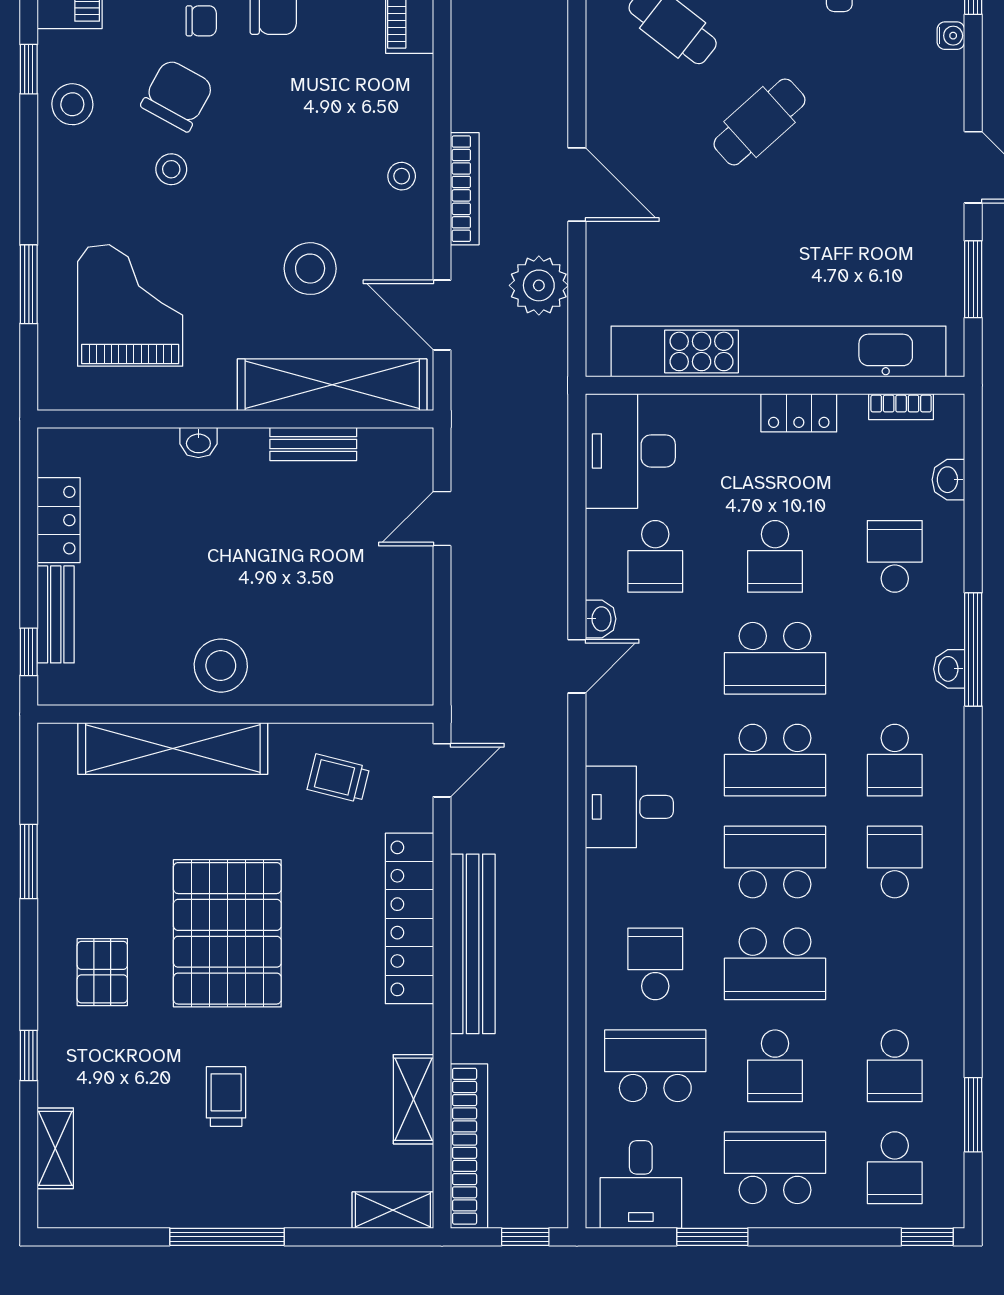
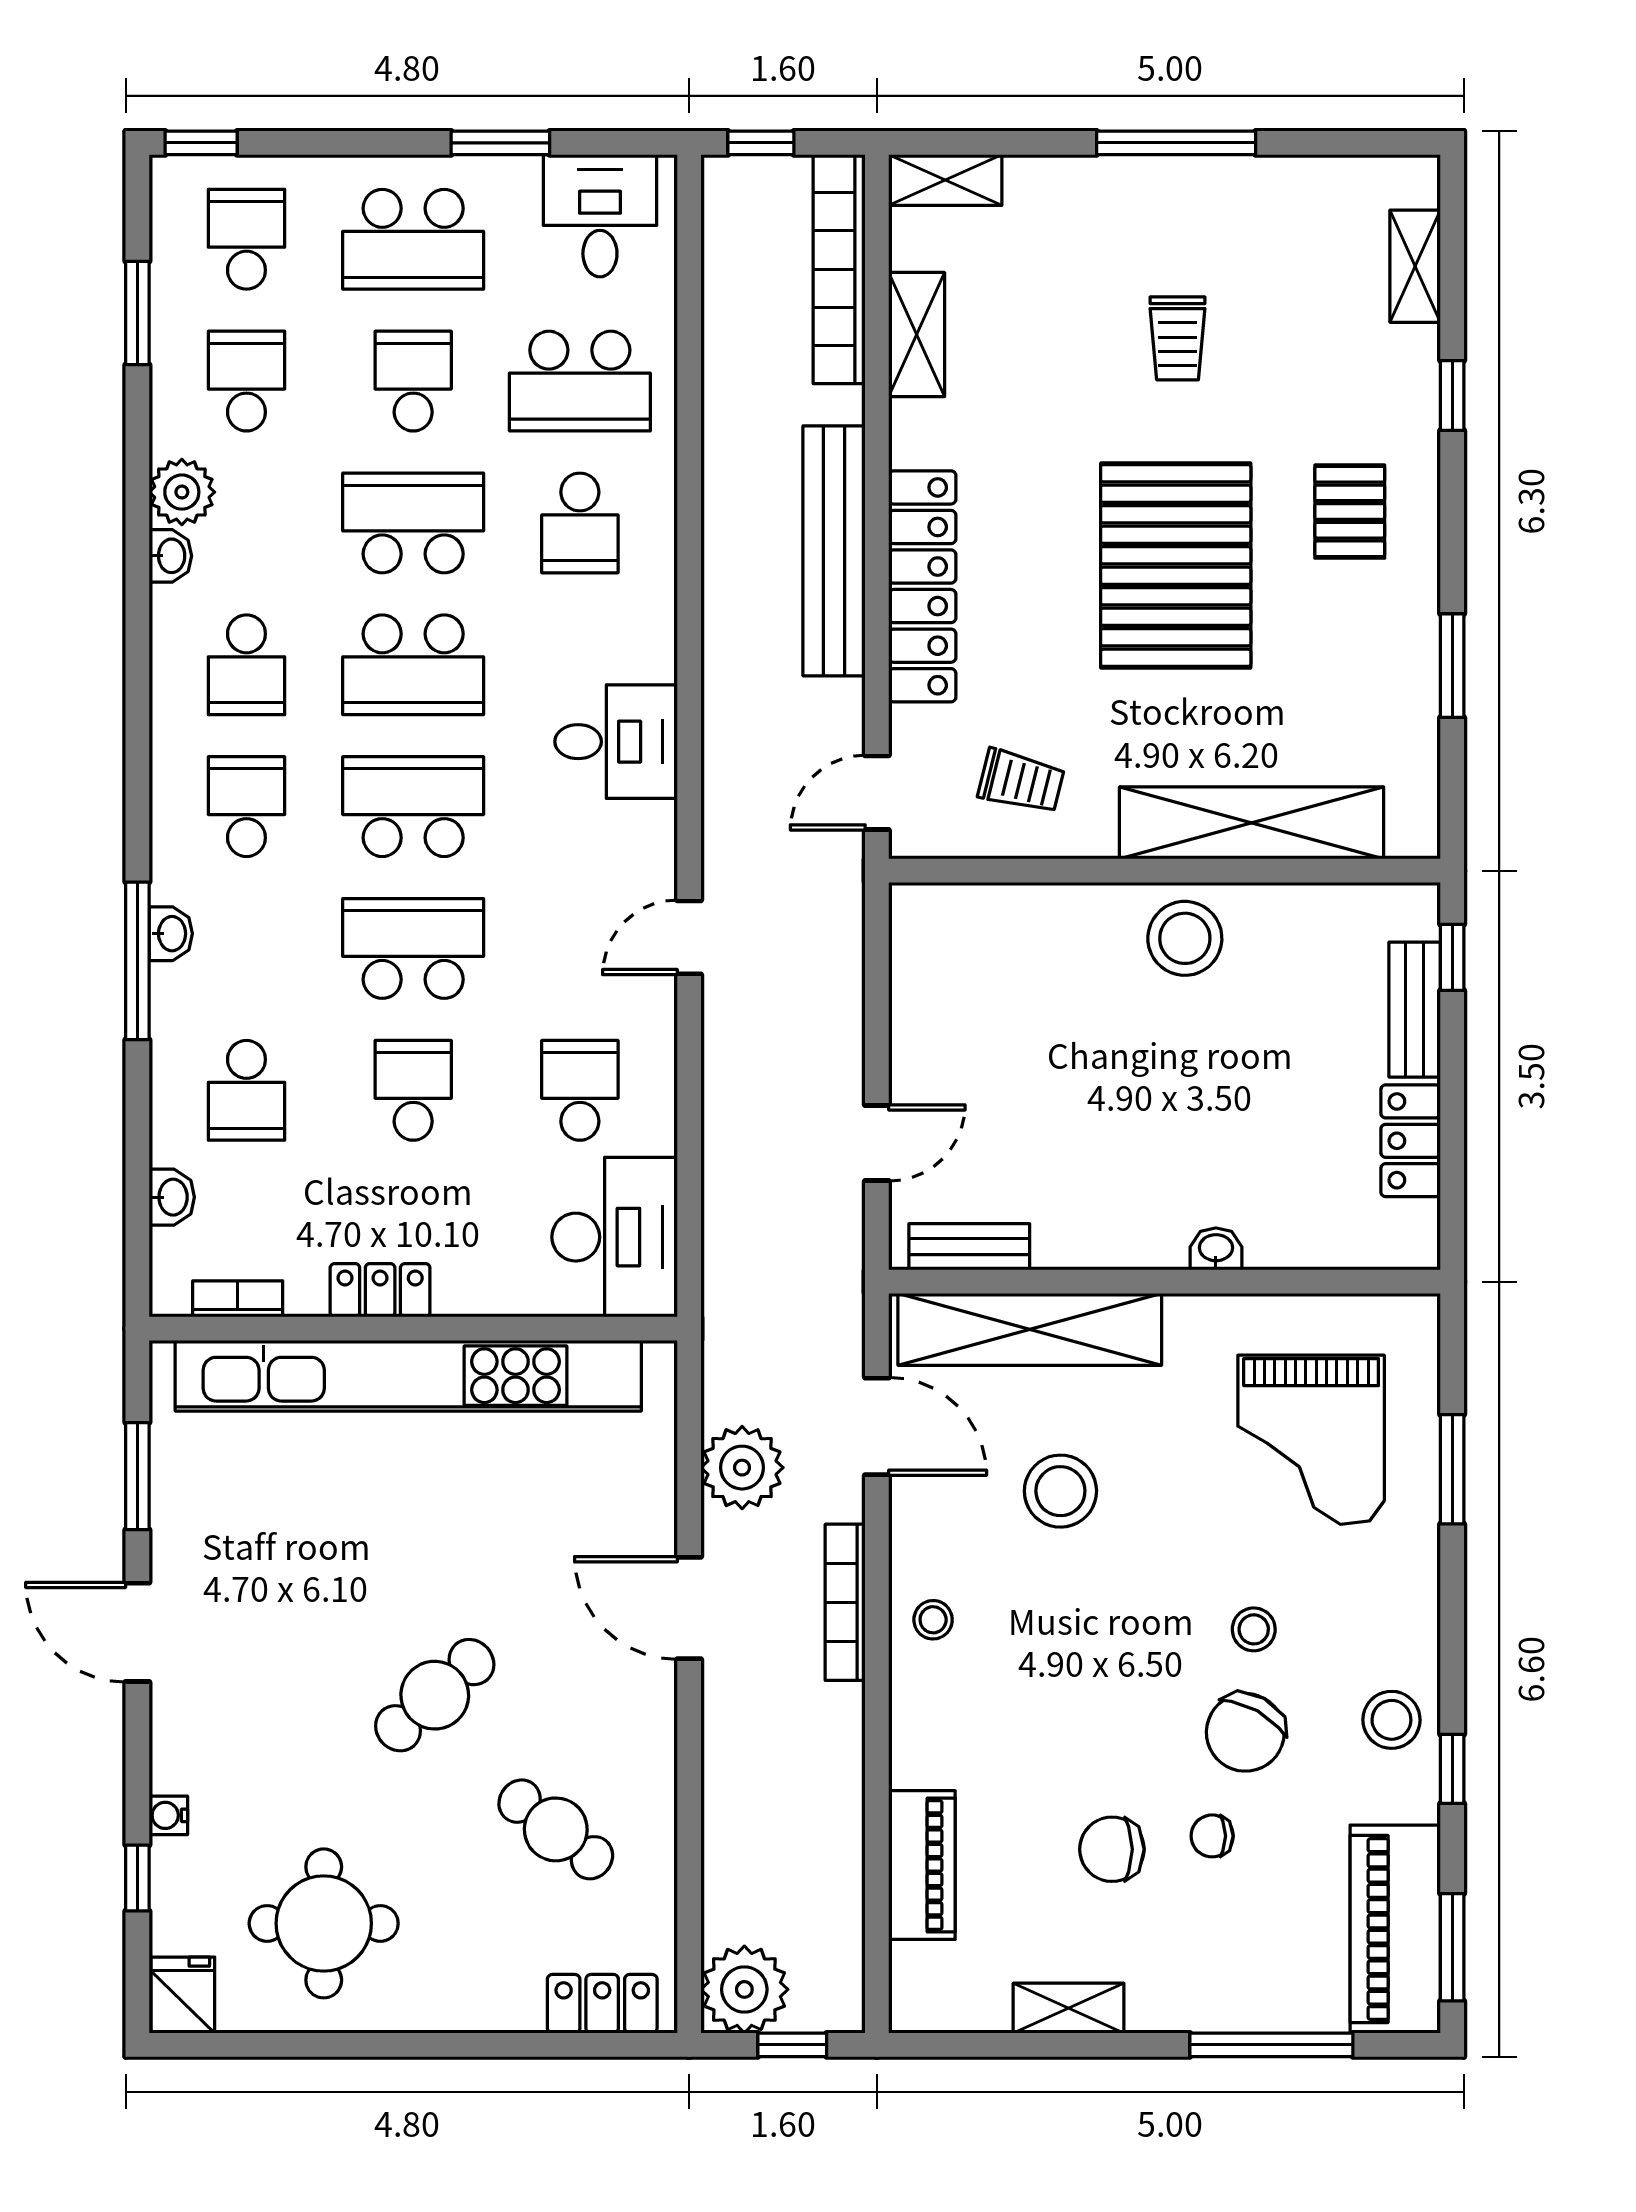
bench: (313, 444) -> (969, 1247), moved
washbasin: (601, 619) -> (170, 556), moved, turned 180
plant: (941, 986) -> (182, 492), added

